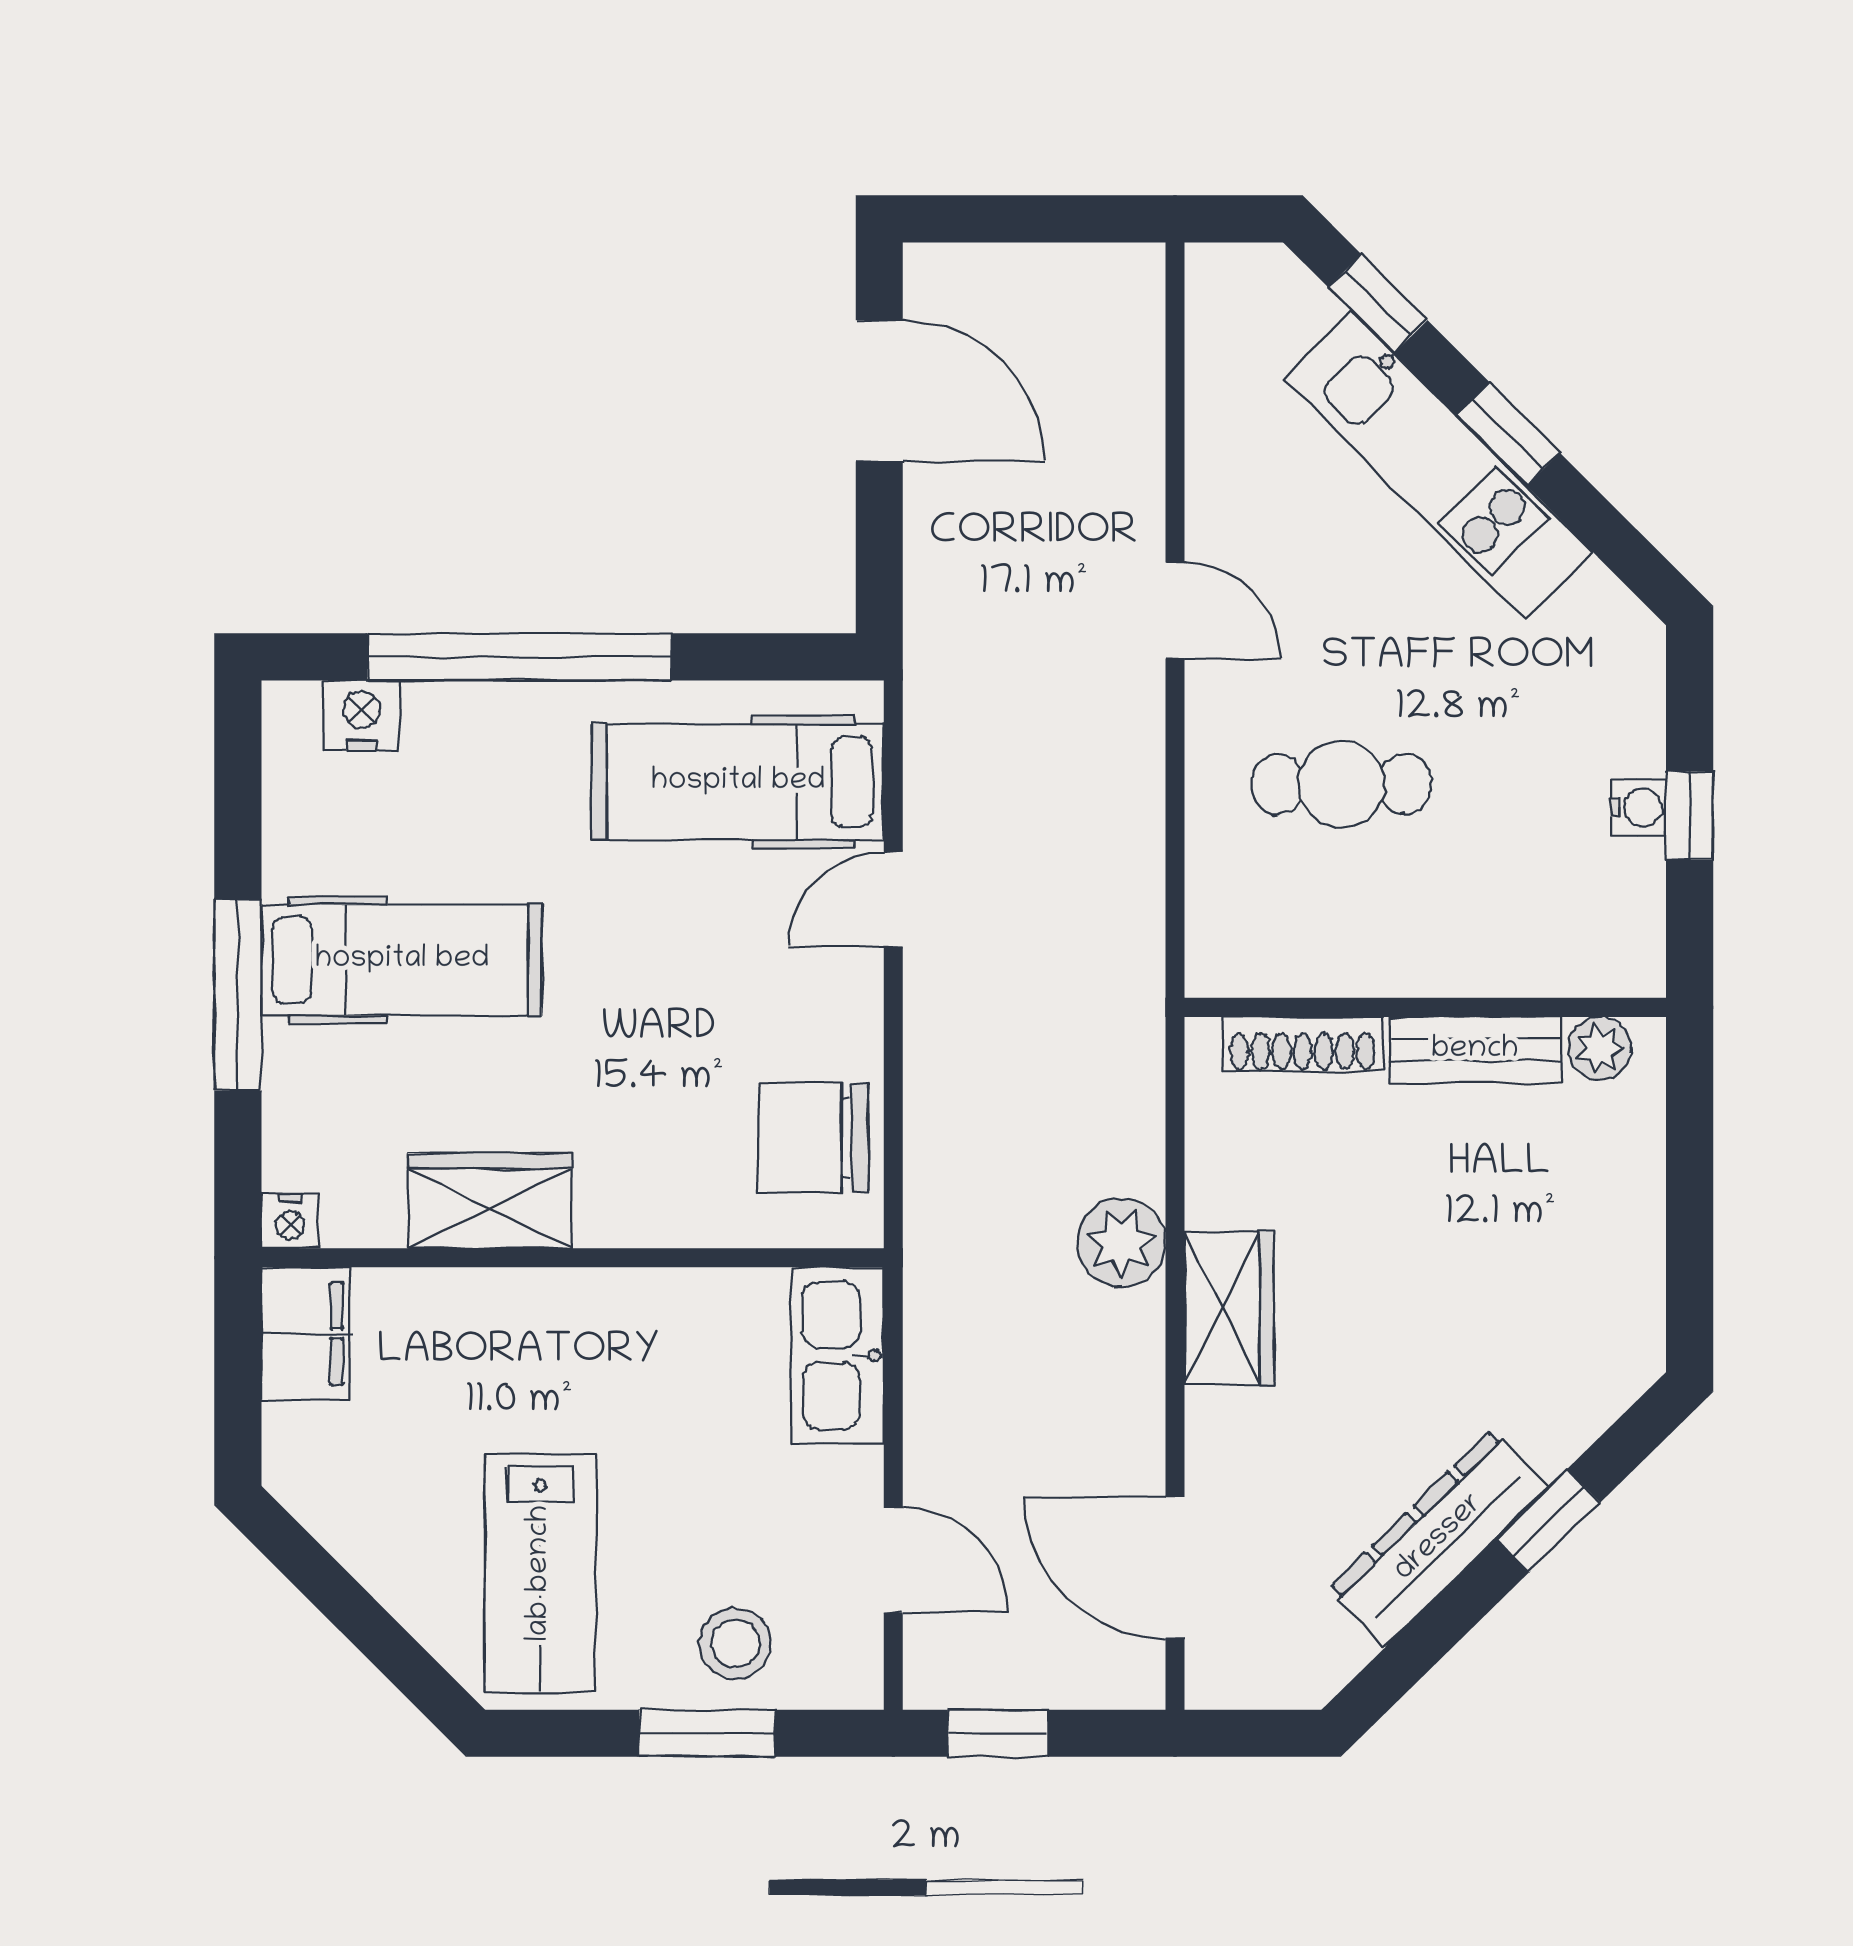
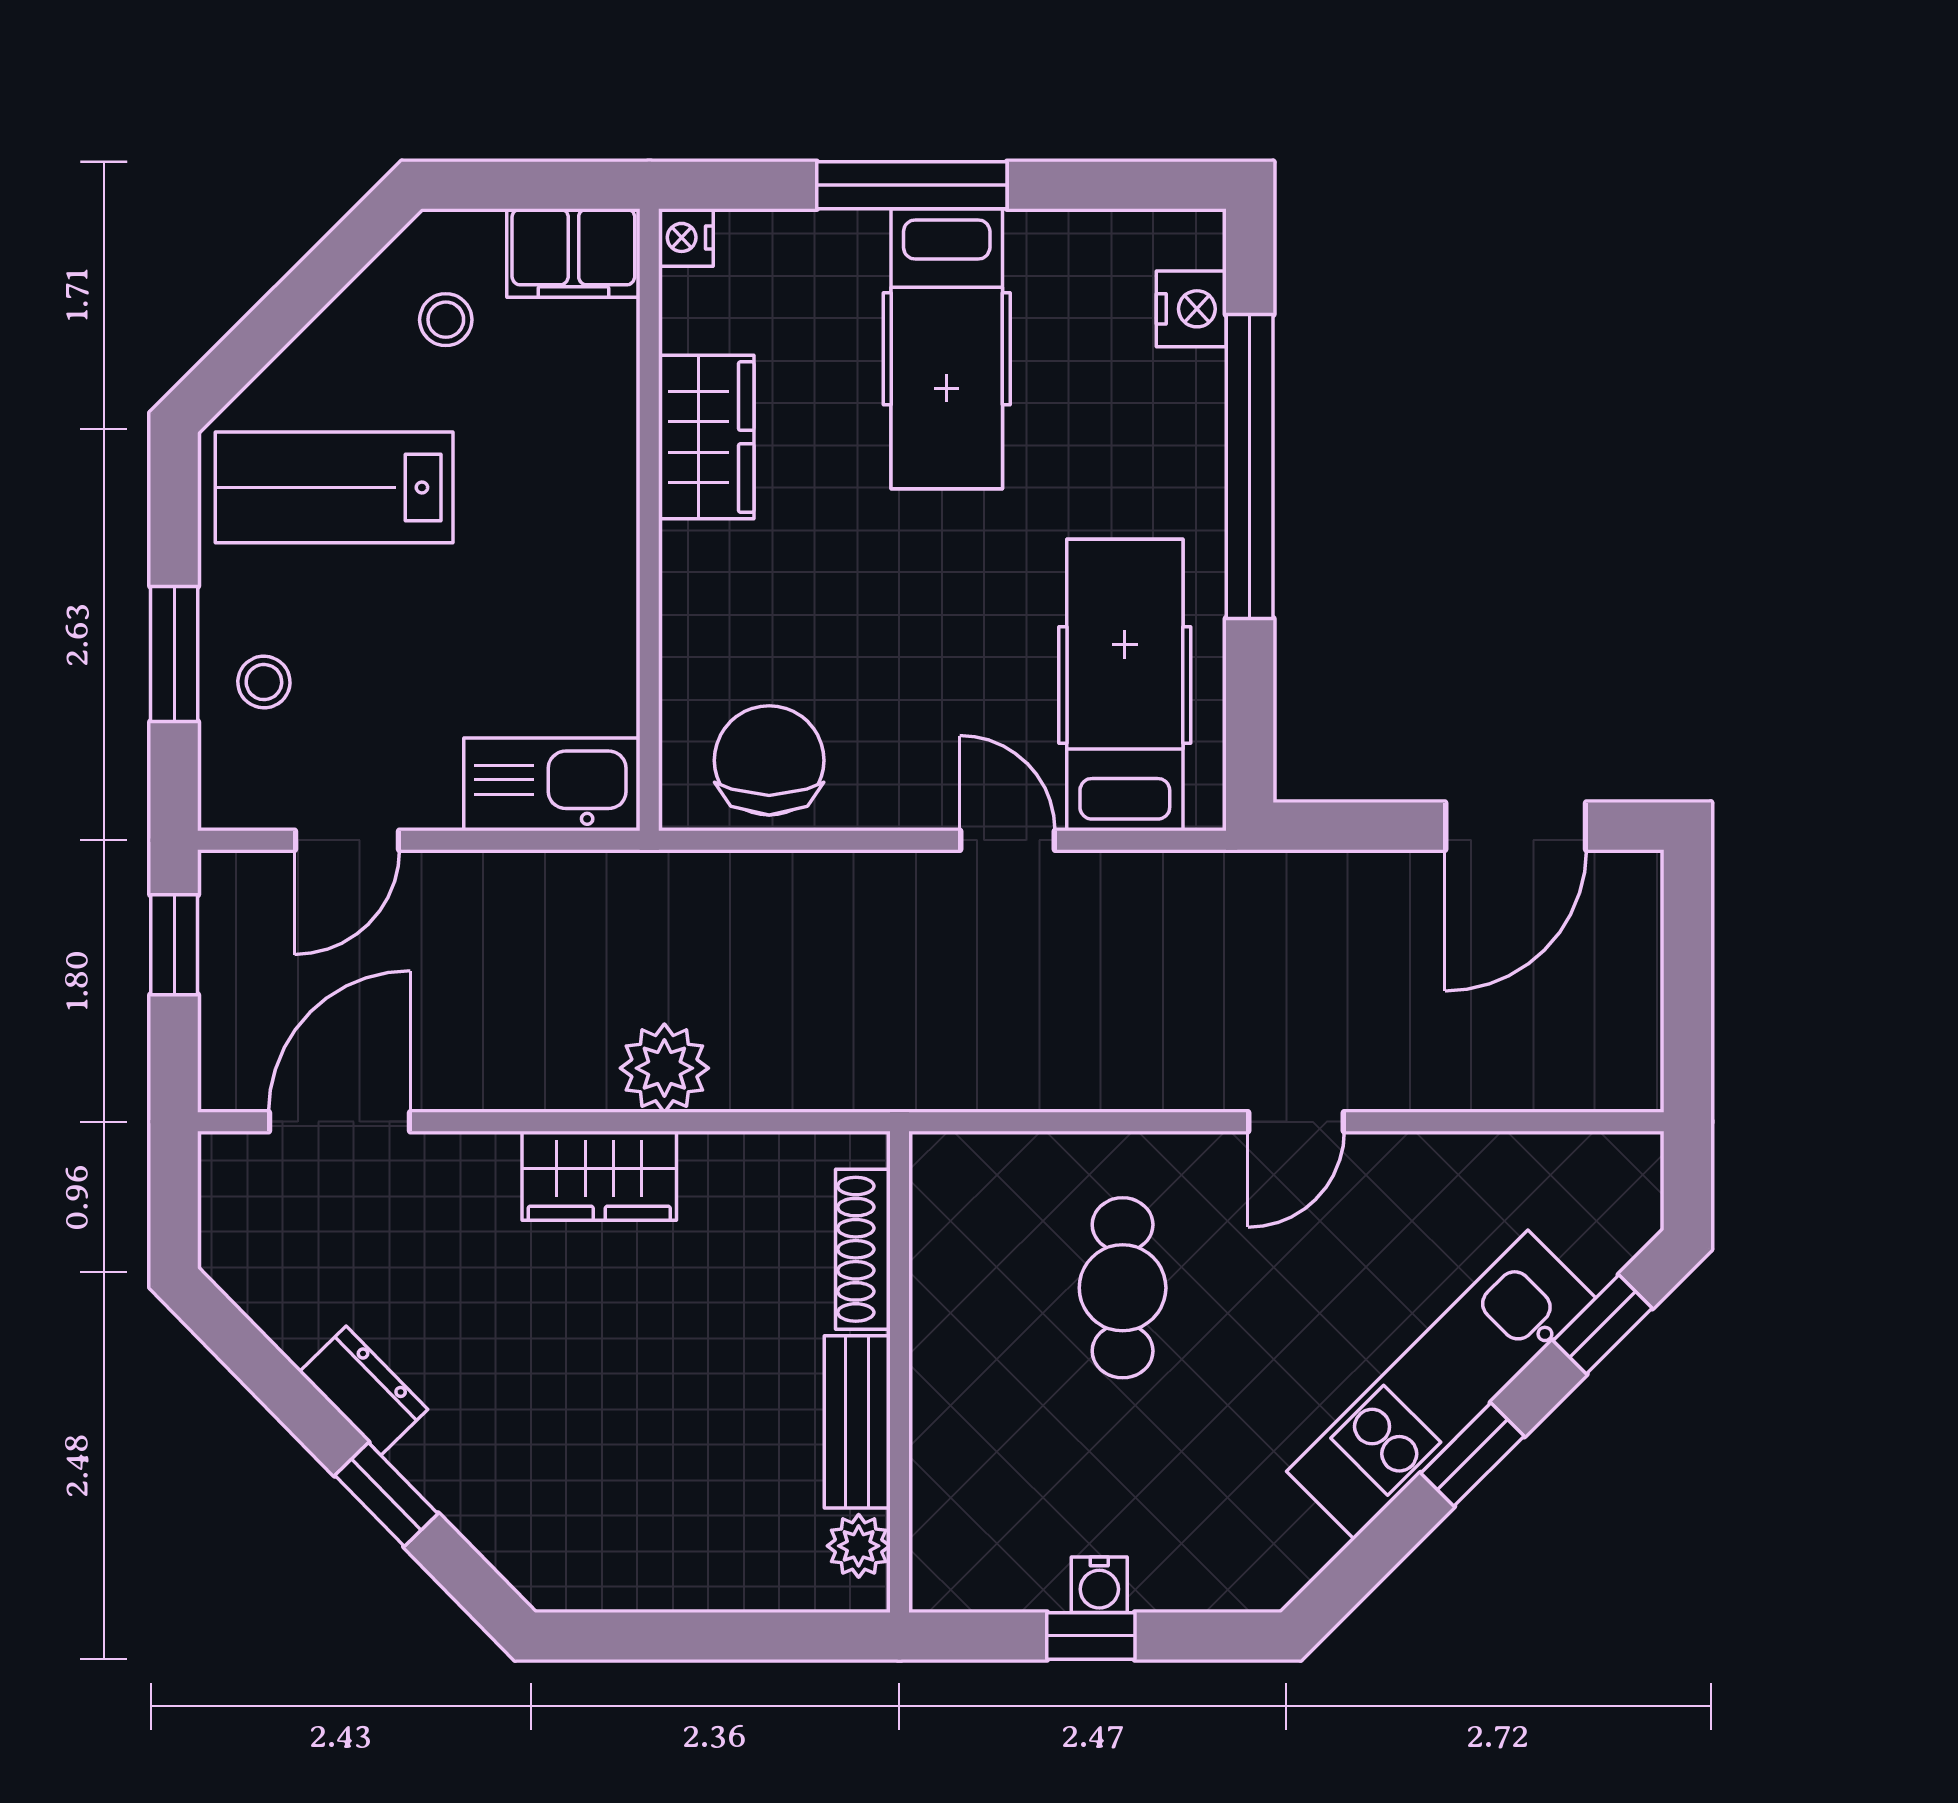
stool: (372, 1461) -> (446, 320), added
dresser: (1439, 1538) -> (363, 1391), width x0.51, depth x0.80
stool: (735, 1643) -> (264, 682), width x0.73, depth x0.73

